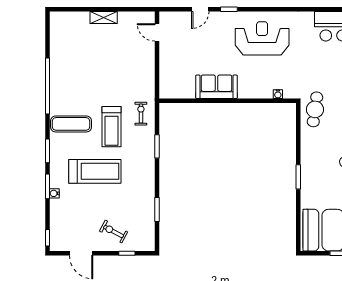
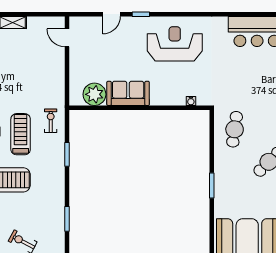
plant: (184, 88) -> (94, 94), added
cafe table: (315, 109) -> (235, 129), moved
treadmill: (111, 127) -> (21, 134), turned 180

